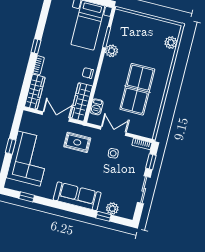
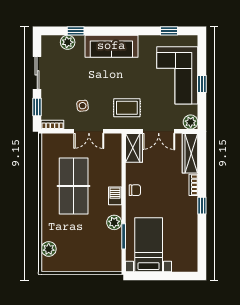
wardrobe: (81, 102) -> (134, 148), width x0.67
barbecue: (96, 107) -> (115, 196), moved
plant: (28, 117) -> (191, 122), added

